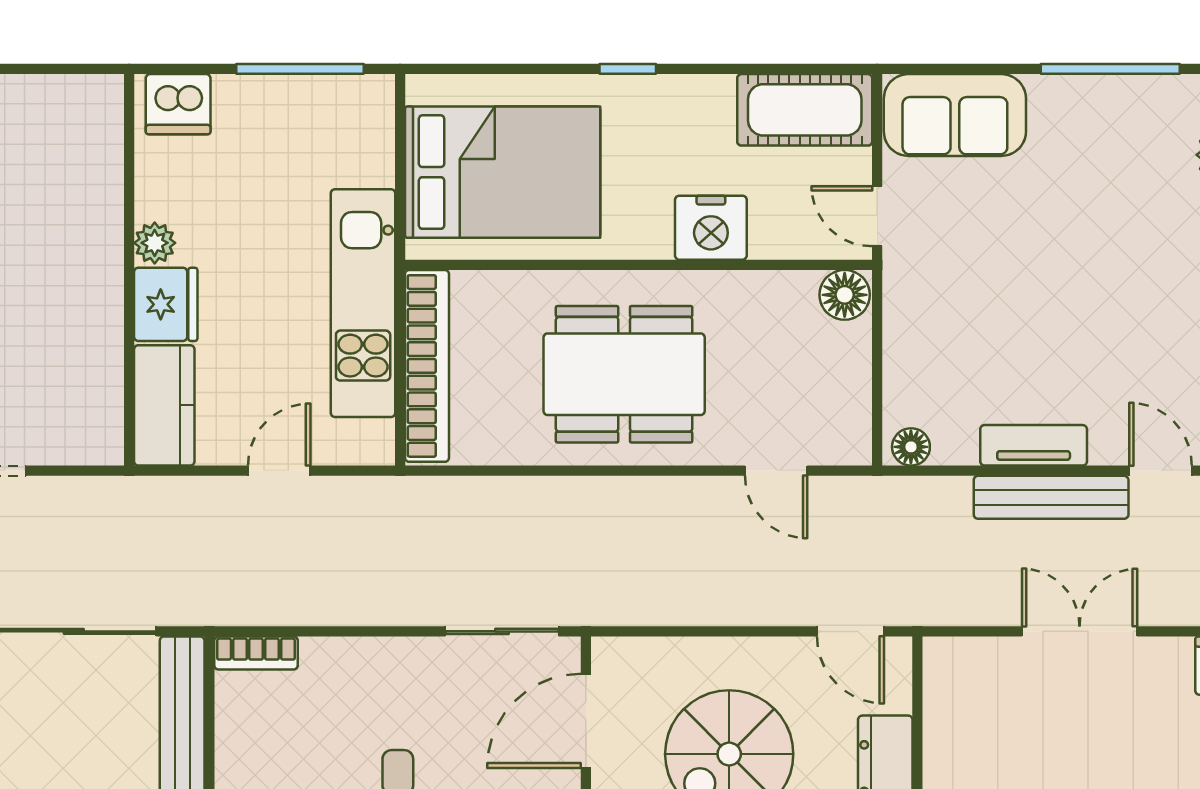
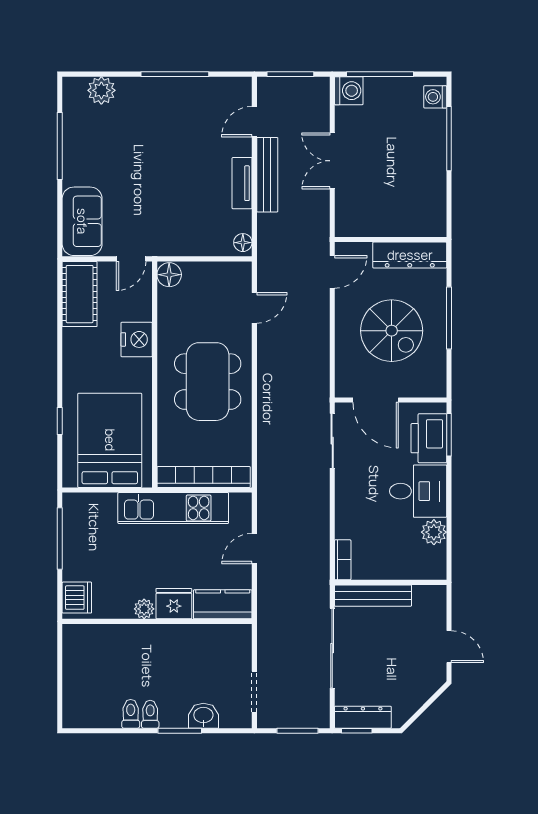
window: (628, 69) -> (60, 421), moved
door: (279, 471) -> (254, 549), hinge flipped

